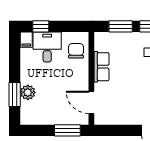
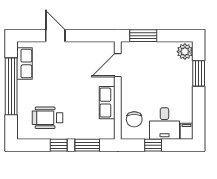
window: (41, 26) -> (153, 145), moved
plant: (28, 92) -> (185, 52), moved
door: (91, 102) -> (118, 65), swing flipped

